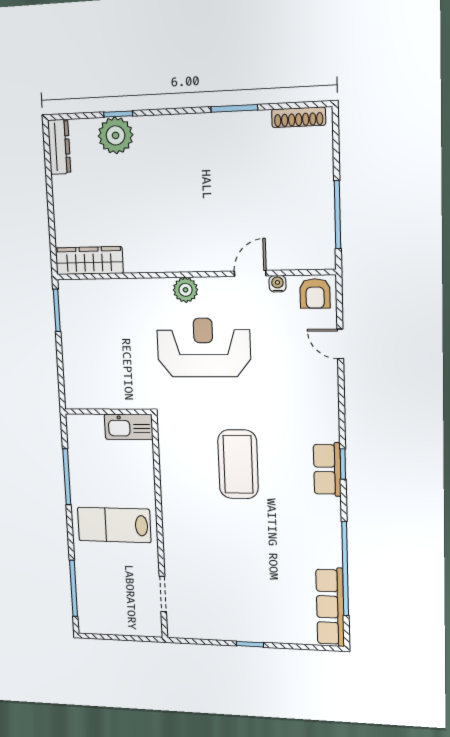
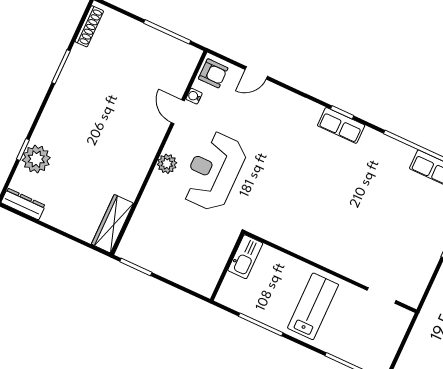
coffee table: (238, 464) -> (309, 189), removed
lab bench: (114, 525) -> (313, 306), turned 180

